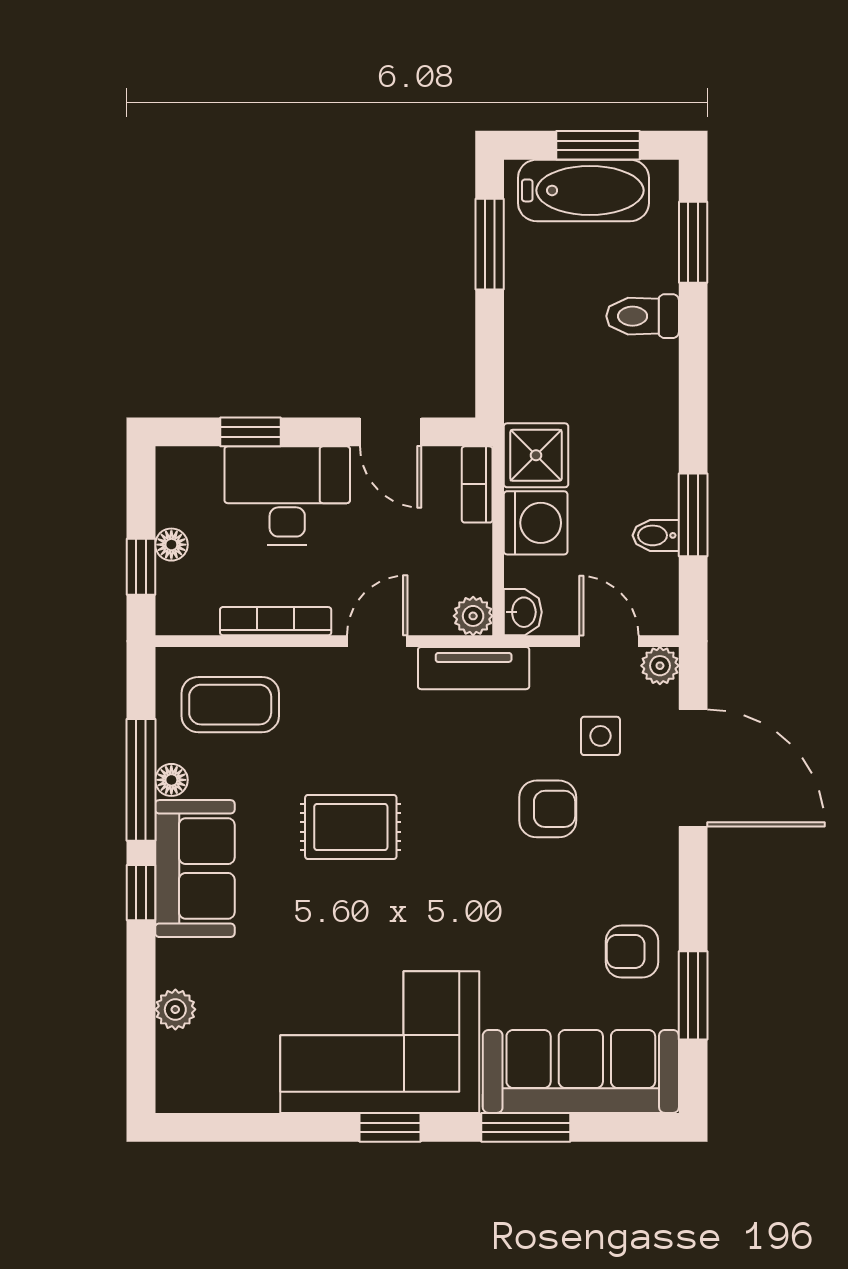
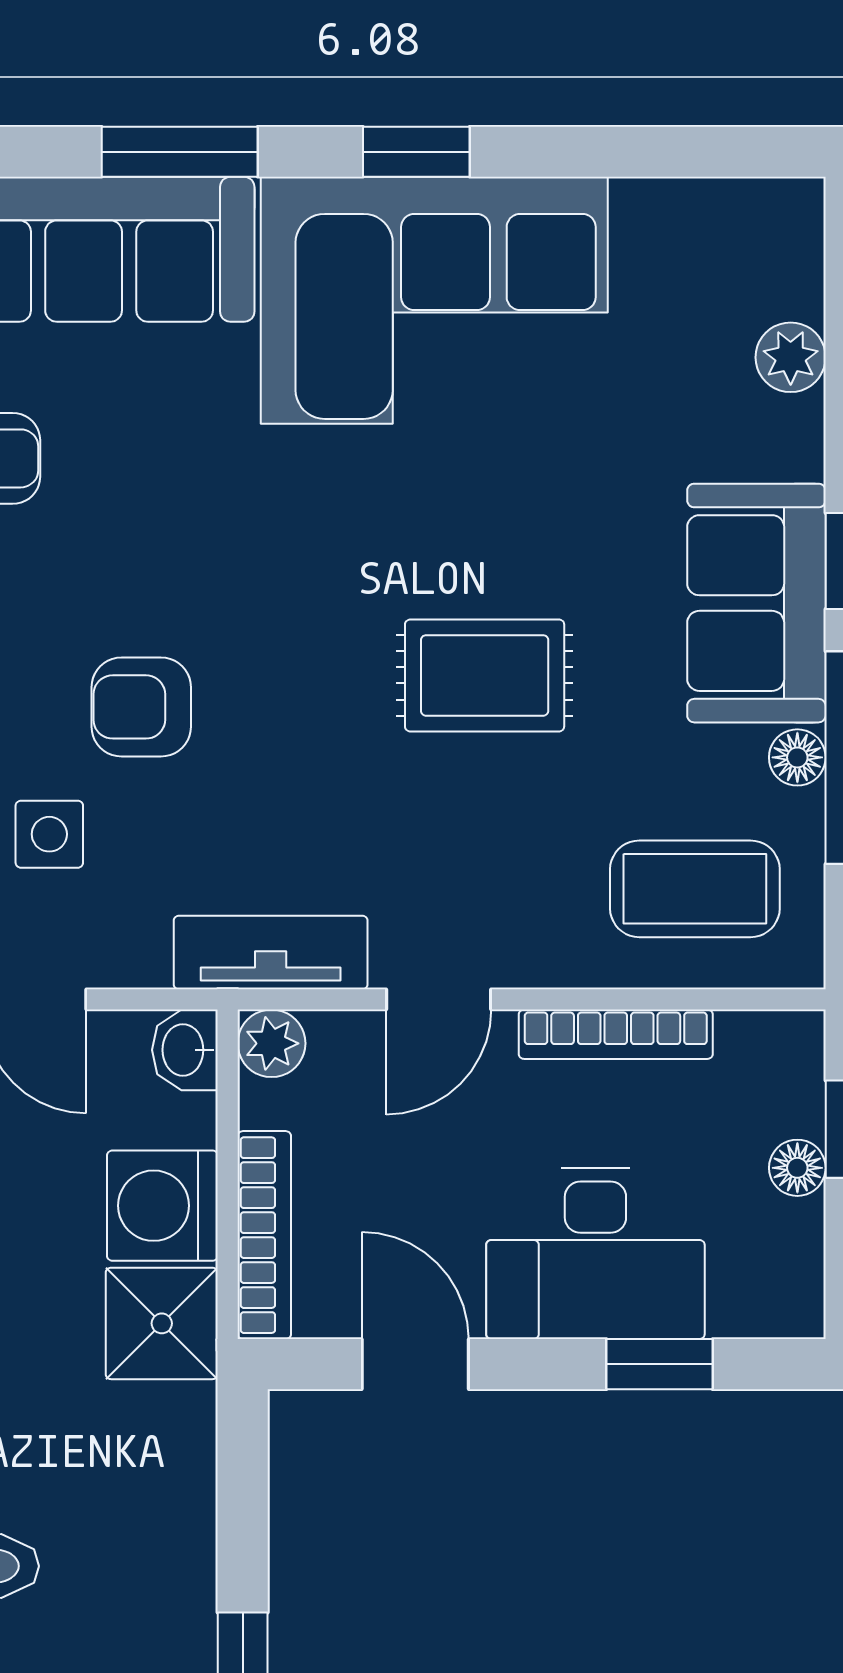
bookcase: (477, 484) -> (264, 1235), width x1.56

